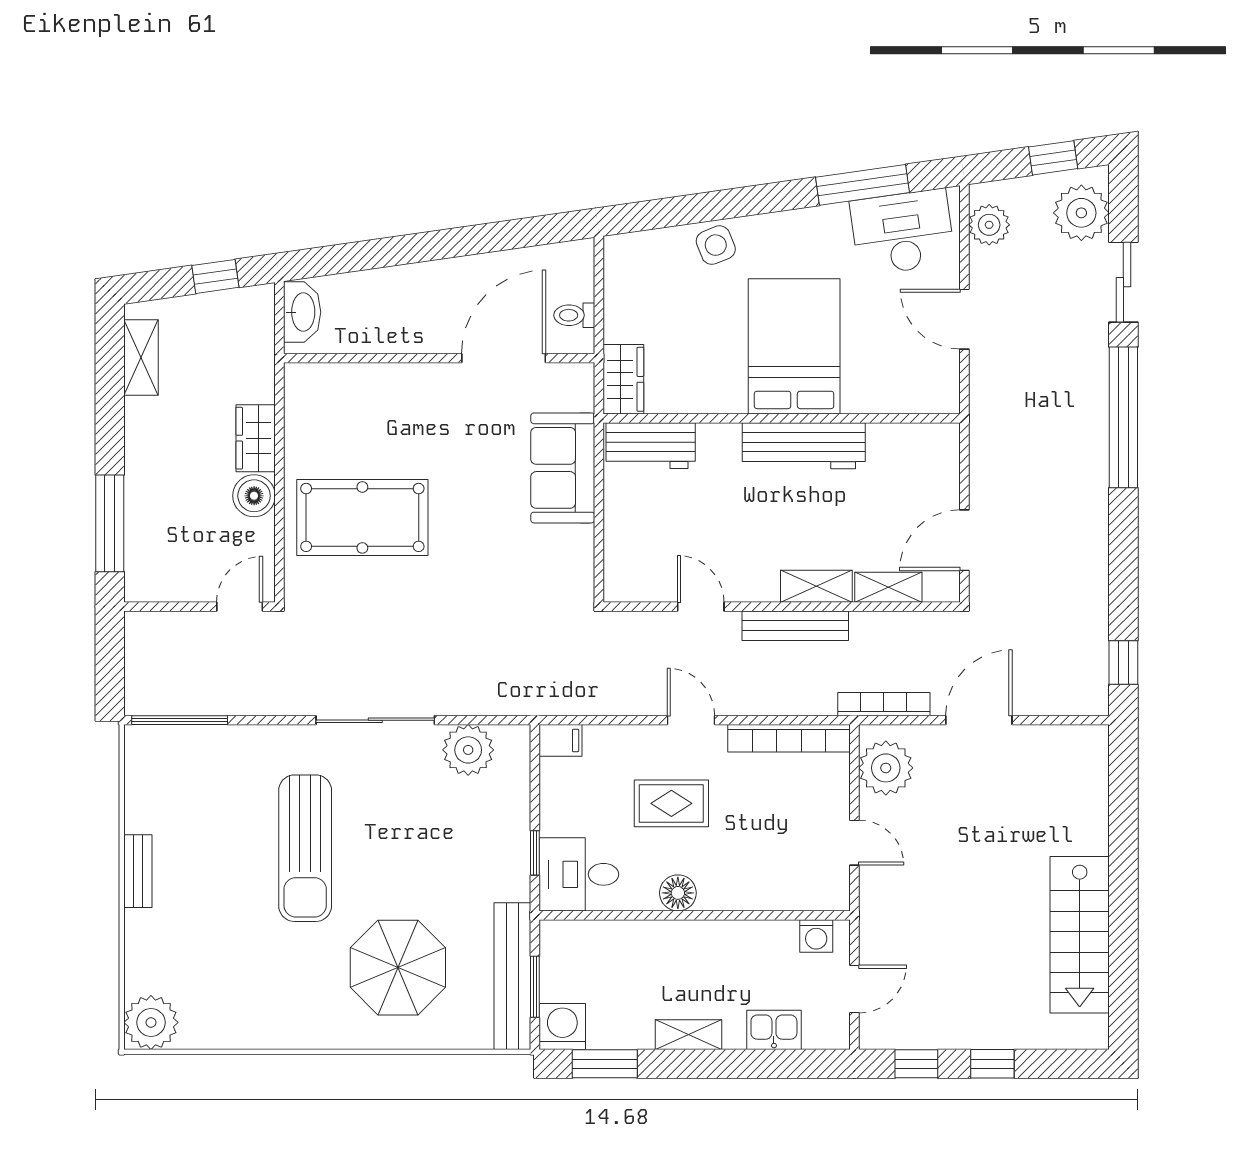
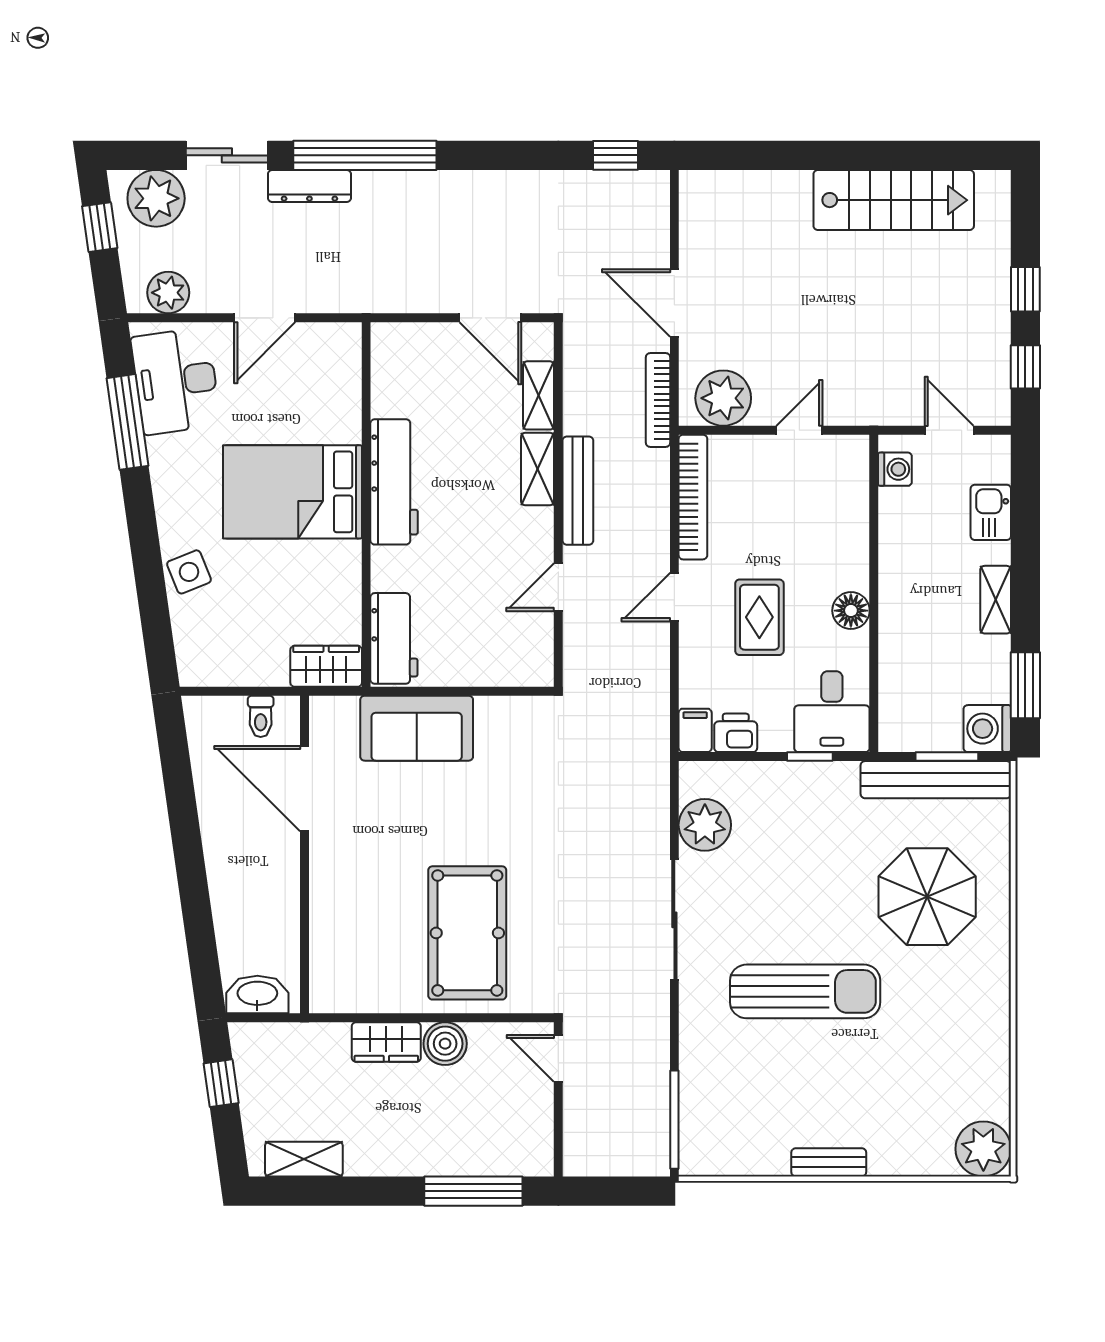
dresser: (1093, 363) -> (309, 186), added
printer: (558, 780) -> (736, 733), added

